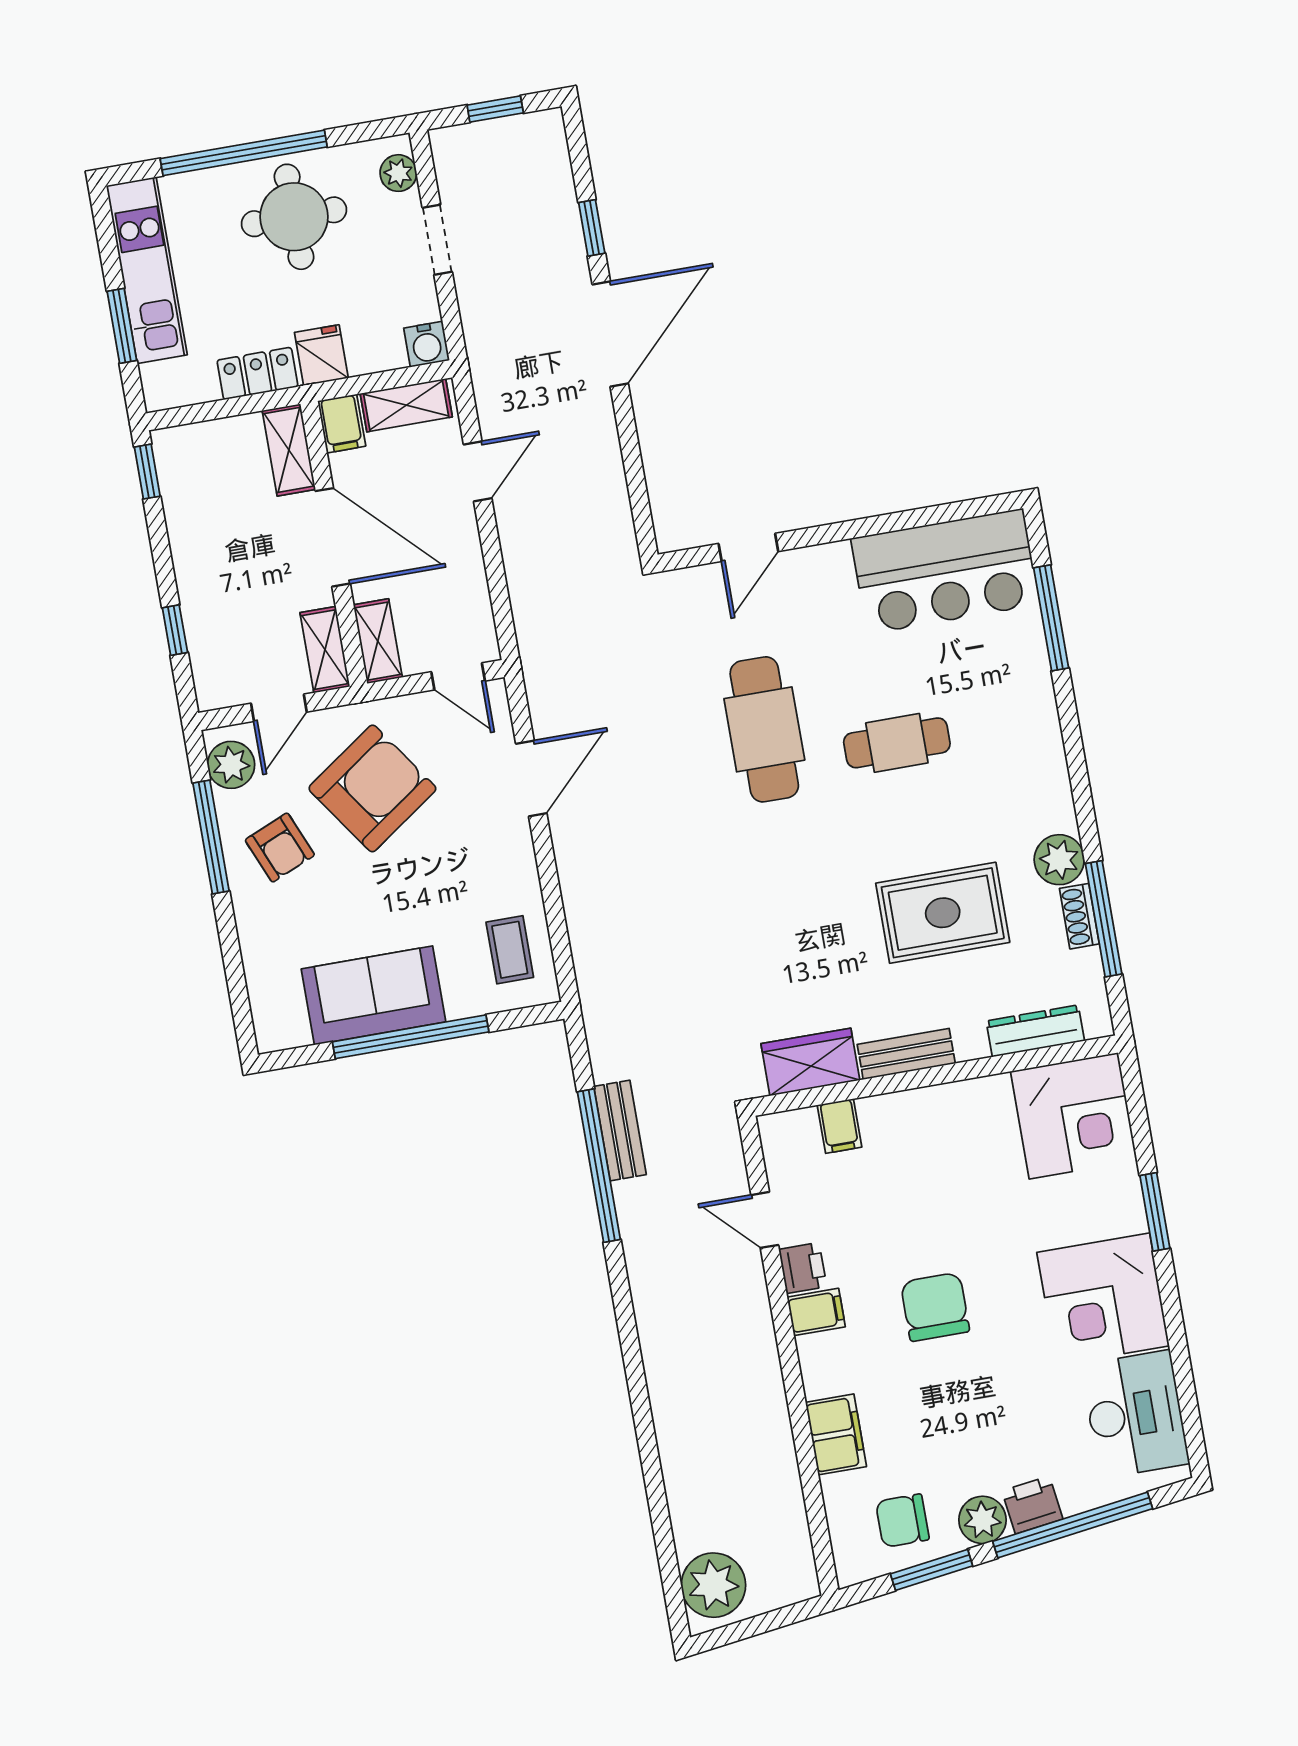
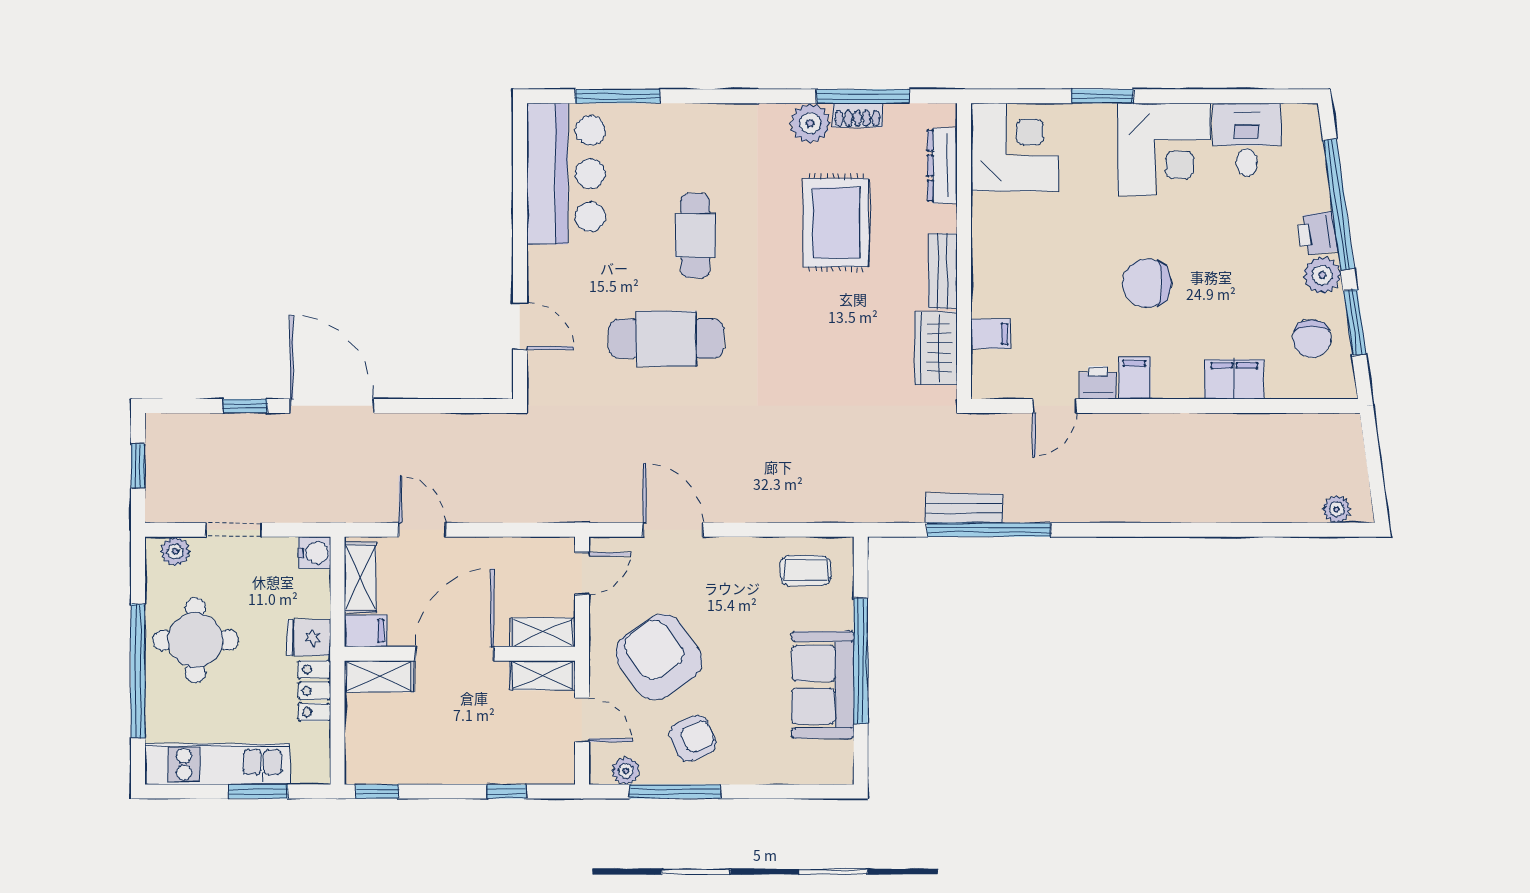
plant: (231, 765) -> (626, 771), width x0.73, depth x0.73
desk: (1135, 1414) -> (1247, 140), width x0.73
plant: (713, 1585) -> (1337, 509), width x0.53, depth x0.53

